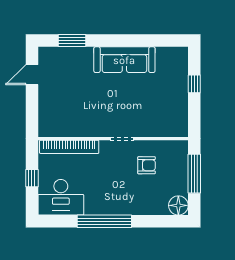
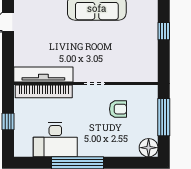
tv unit: (69, 129) -> (43, 75), added
desk: (61, 197) -> (55, 140), moved

